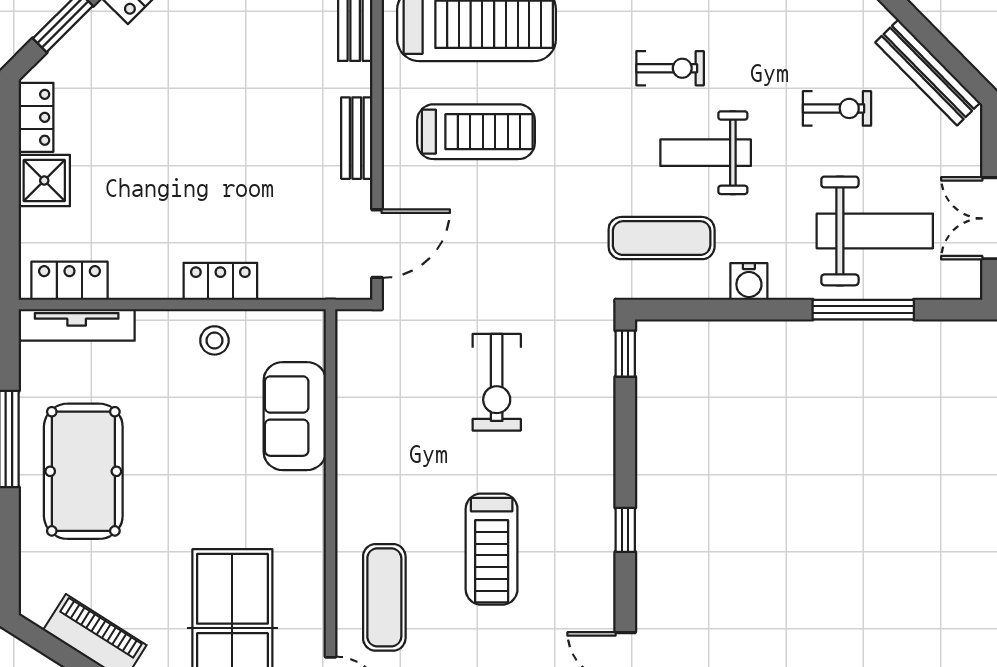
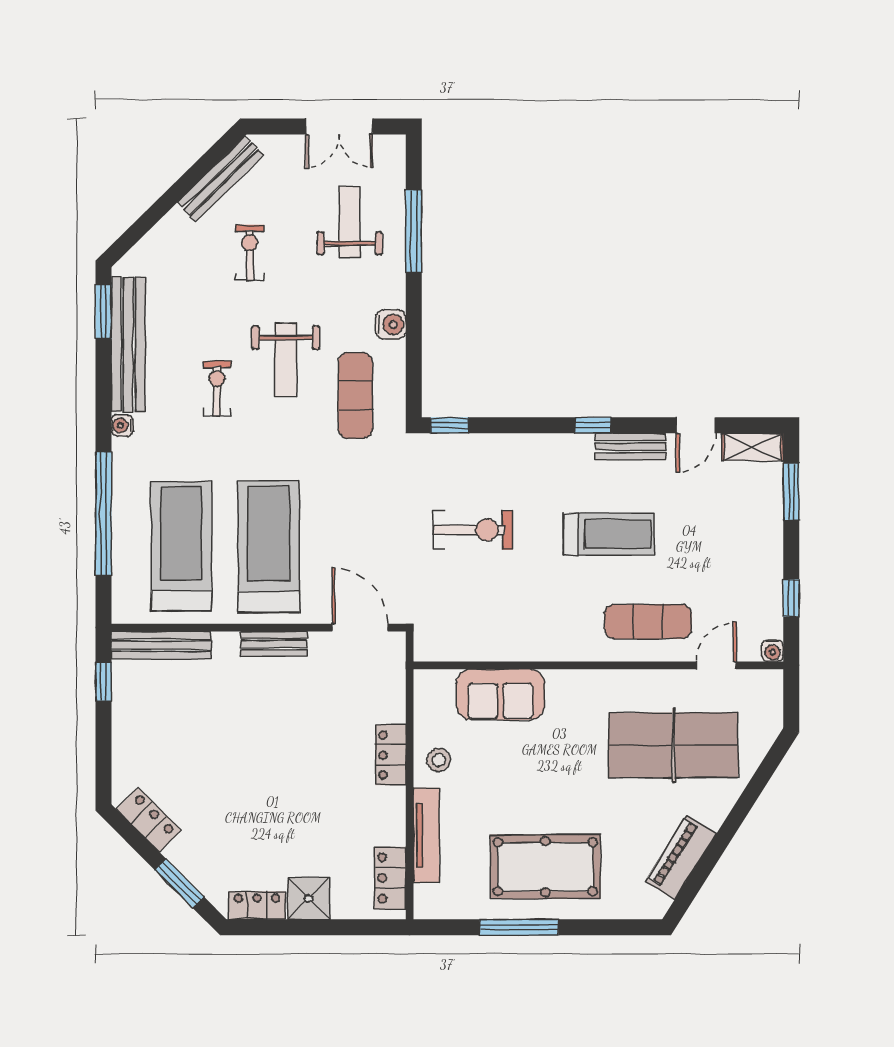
treadmill: (476, 132) -> (269, 547), width x1.37, depth x1.38
weight bench: (875, 231) -> (350, 222), width x0.73, depth x0.75
tv unit: (77, 325) -> (426, 835), moved
bench: (599, 576) -> (631, 447), added

